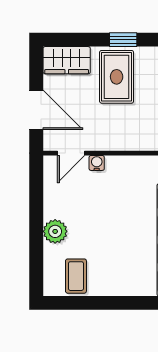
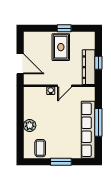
wardrobe: (67, 60) -> (35, 39), removed
door: (71, 153) -> (65, 86), moved
window: (117, 303) -> (61, 162), added

